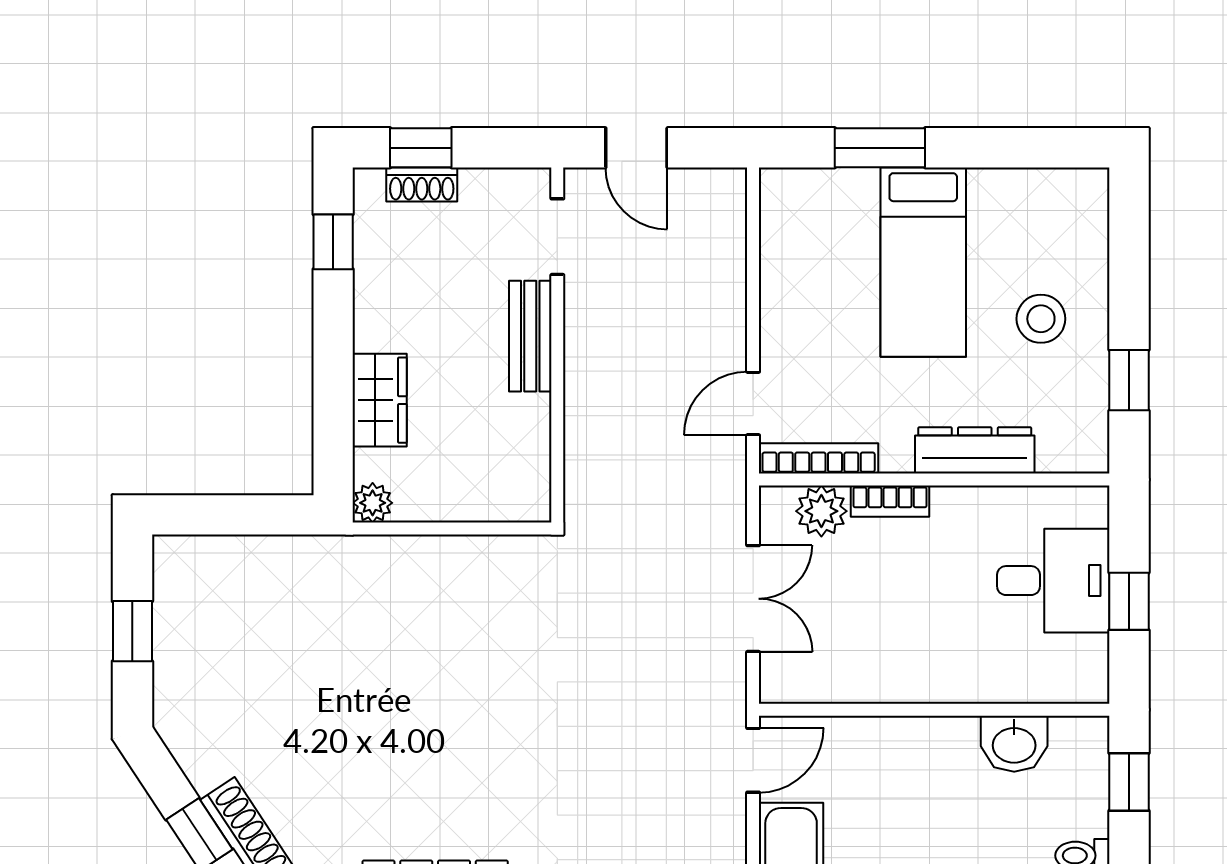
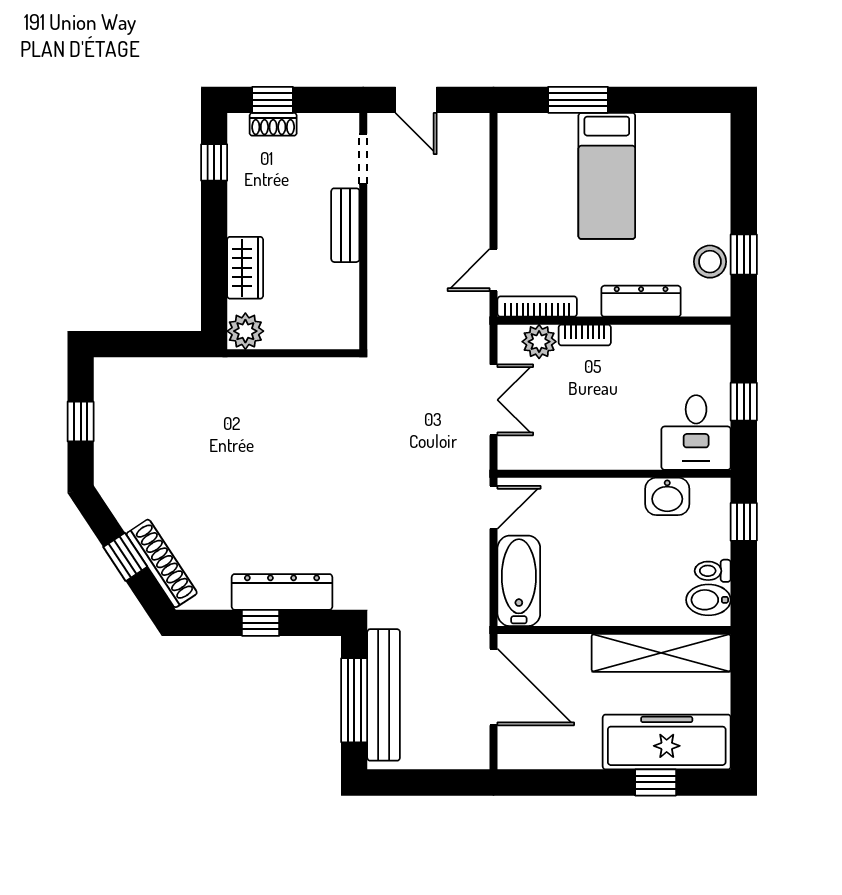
stool: (1041, 319) -> (710, 262), moved
plant: (373, 503) -> (245, 331), width x1.38, depth x1.38
desk: (1053, 581) -> (696, 432), moved, turned 90

